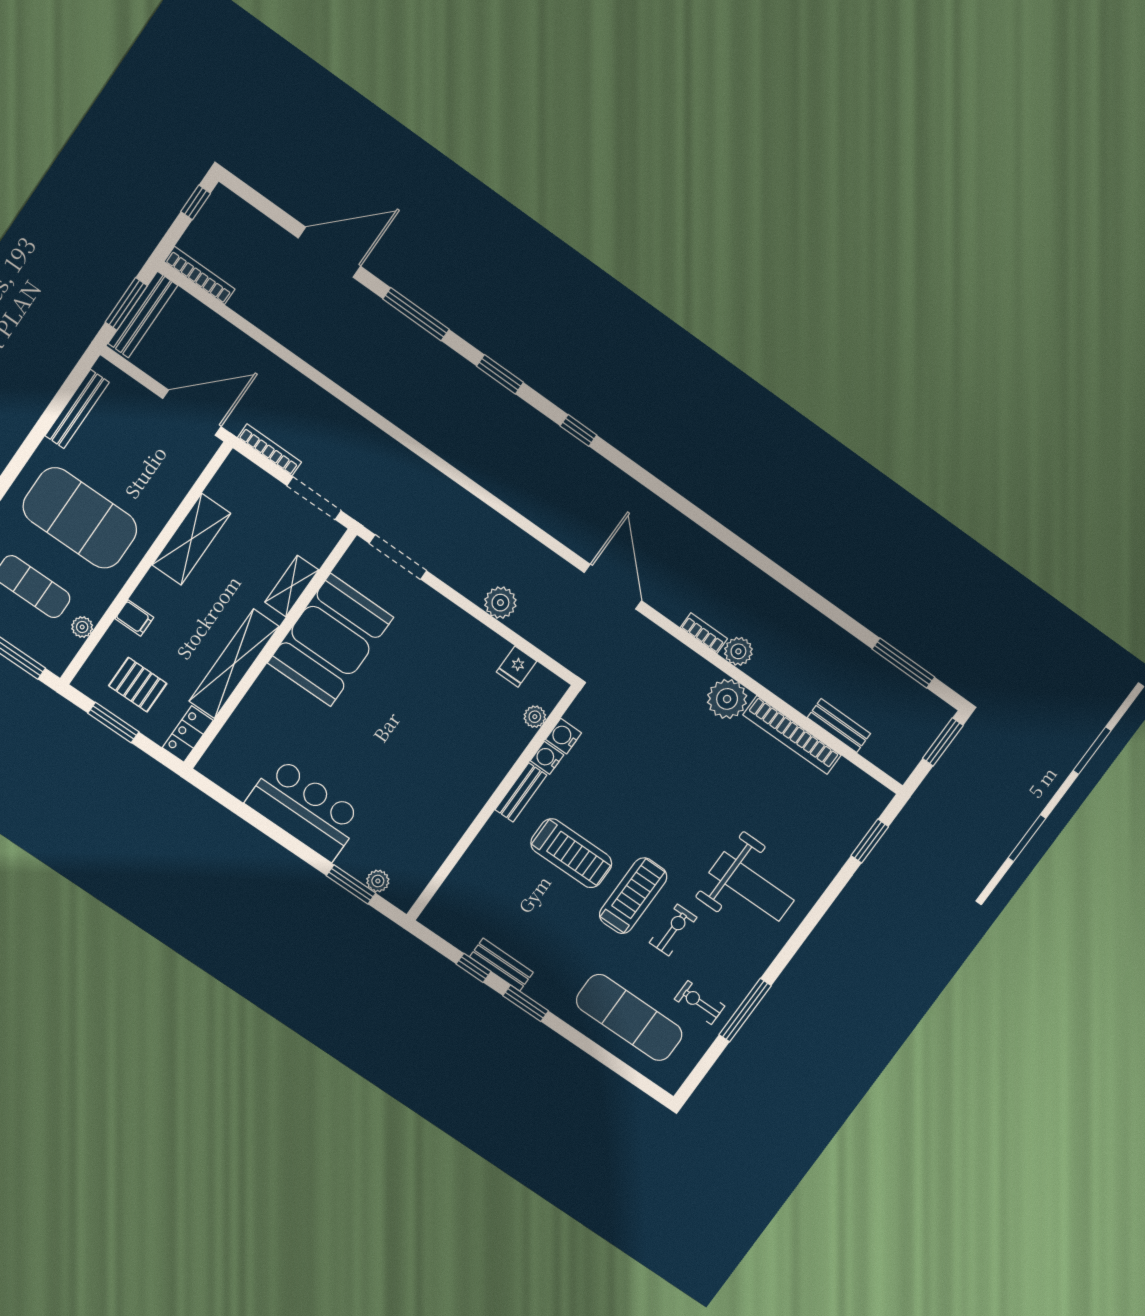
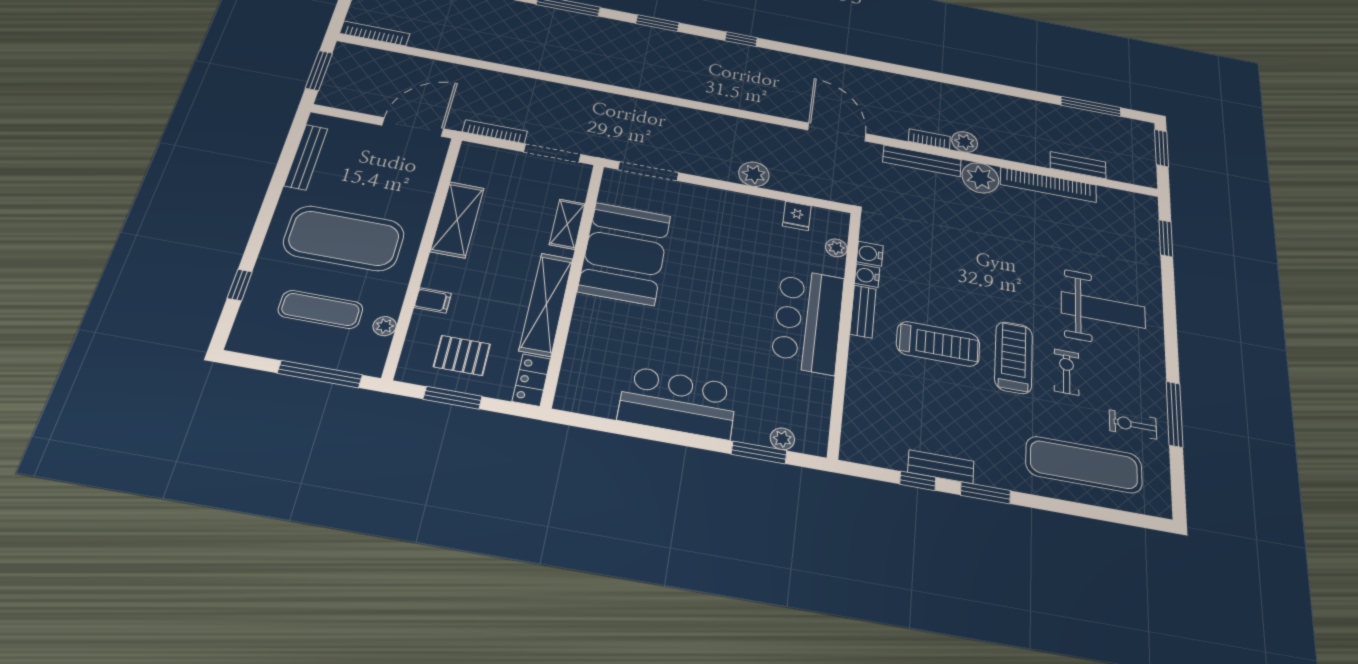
bench: (143, 314) -> (922, 161), moved, turned 90
bar counter: (464, 780) -> (808, 321), added

